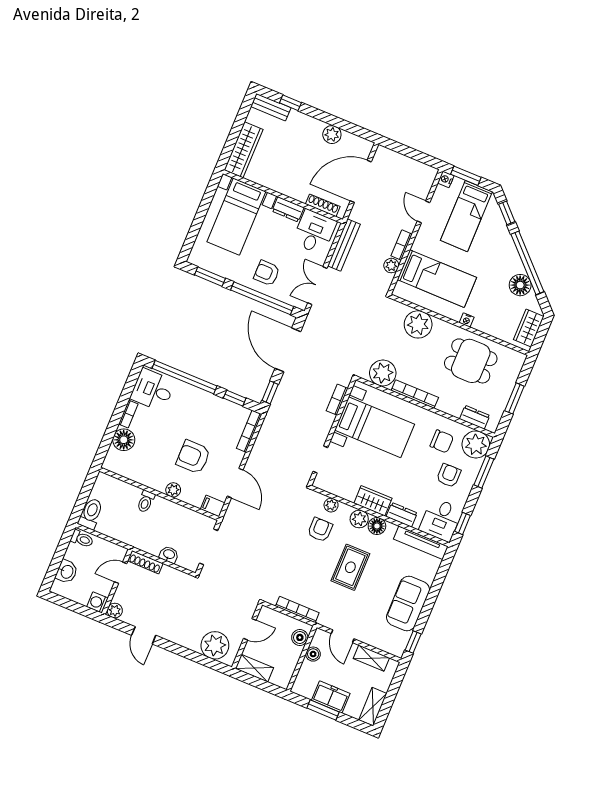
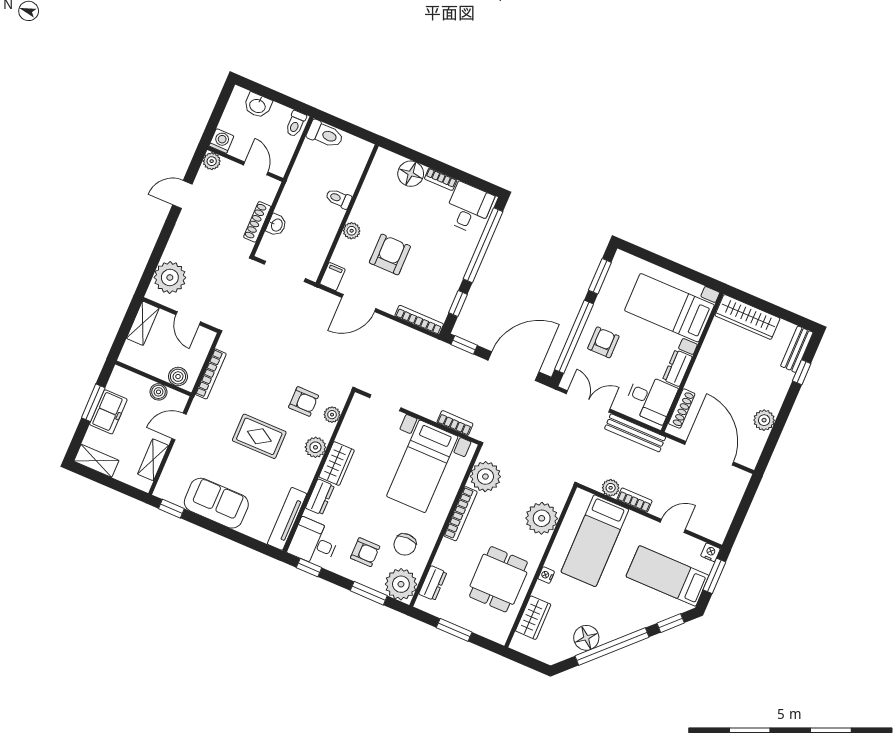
wardrobe: (529, 328) -> (533, 618), moved, turned 90
floor lamp: (377, 526) -> (307, 468), removed
shoe rack: (145, 562) -> (257, 222), moved

